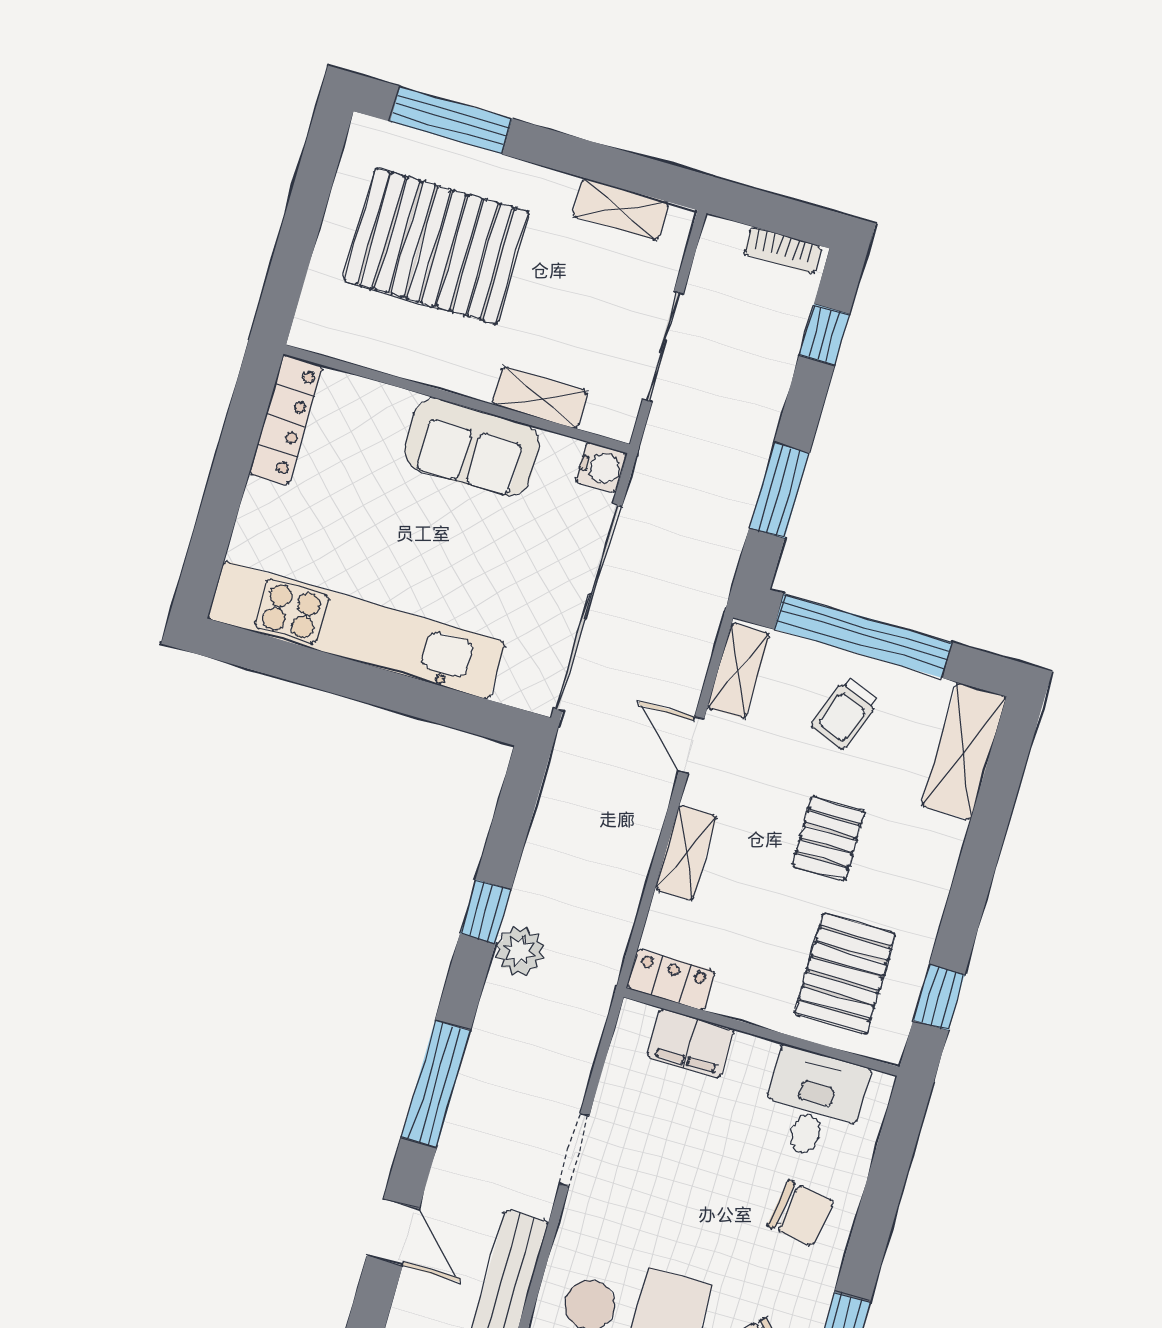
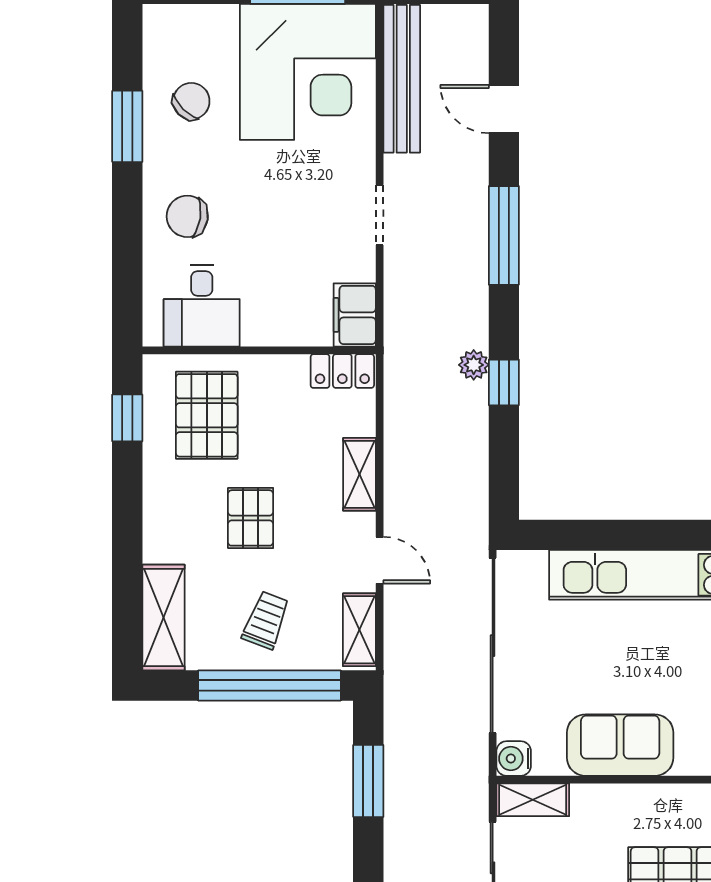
shelving: (540, 397) -> (533, 800), moved
plant: (520, 951) -> (474, 365), width x0.73, depth x0.73
filing cabinet: (691, 1043) -> (355, 315), moved, turned -90

